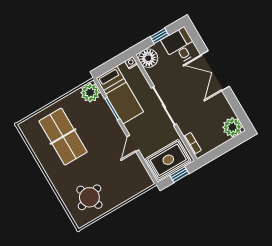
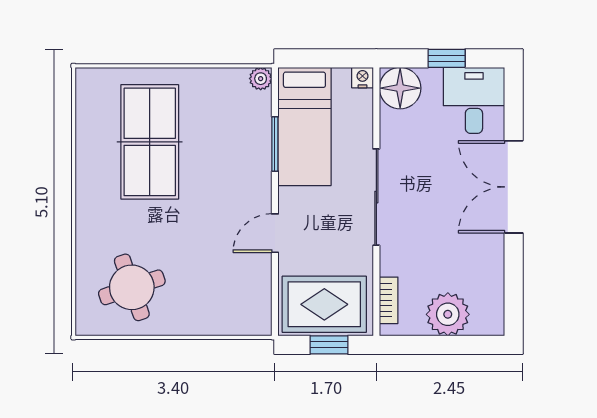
plant: (90, 93) -> (261, 79), width x0.53, depth x0.53
plant: (232, 127) -> (448, 314), moved

